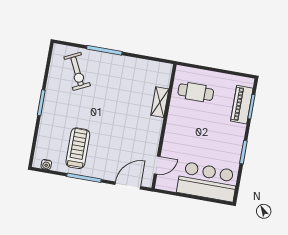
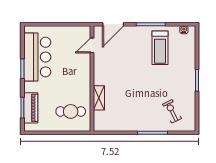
exercise bike: (77, 71) -> (172, 111), width x0.73, depth x0.72
bar counter: (207, 182) -> (37, 57), moved, turned -90

